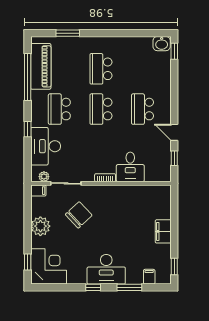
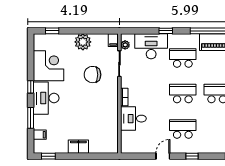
window: (174, 158) -> (192, 156), moved
chair: (79, 215) -> (92, 75), turned 133
corner desk: (49, 266) -> (48, 66), moved, turned -90

